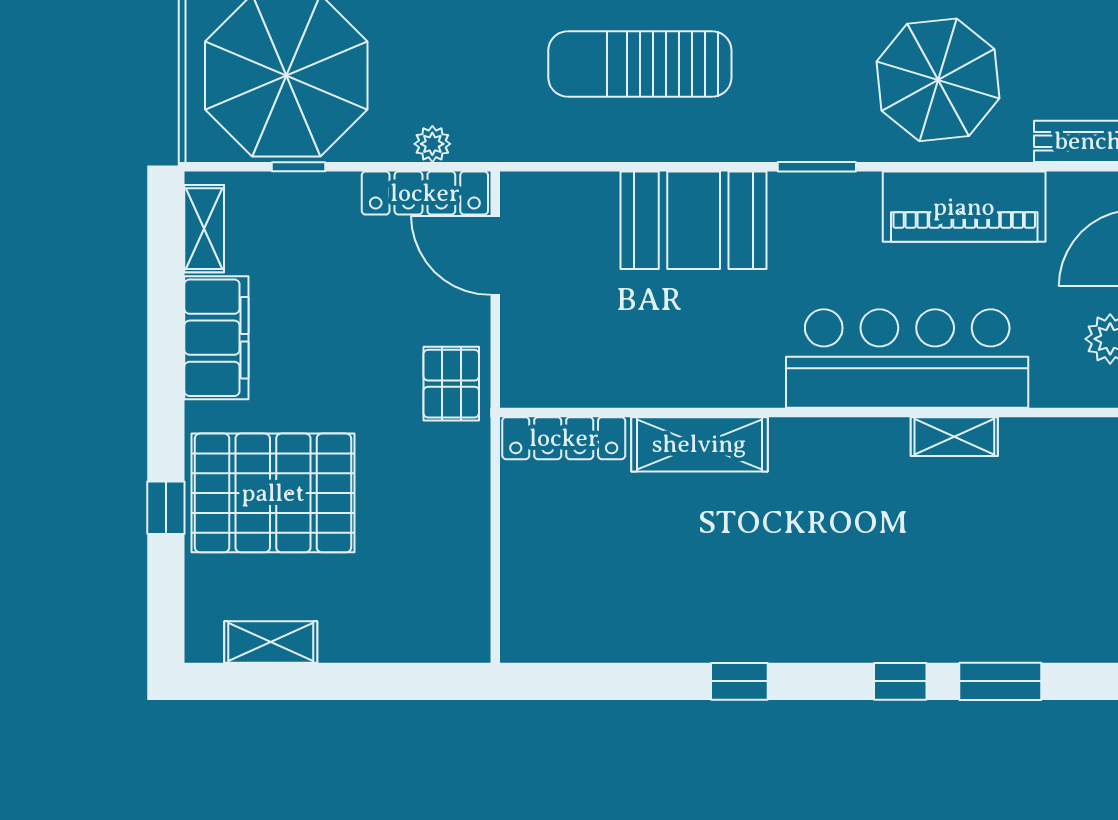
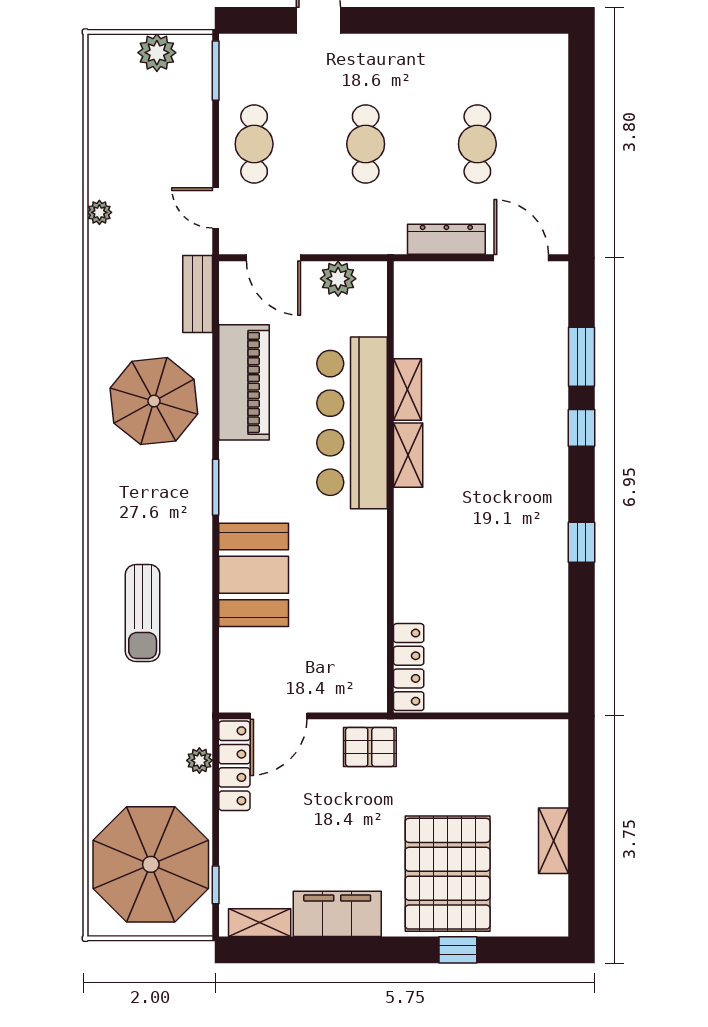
sun lounger: (640, 64) -> (143, 613), width x0.73, depth x0.75
window: (299, 167) -> (216, 885), moved
shelving: (699, 444) -> (408, 455), moved, width x0.67, depth x0.75
shelving: (271, 642) -> (553, 841), moved

